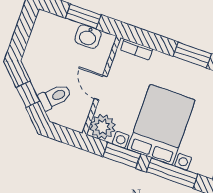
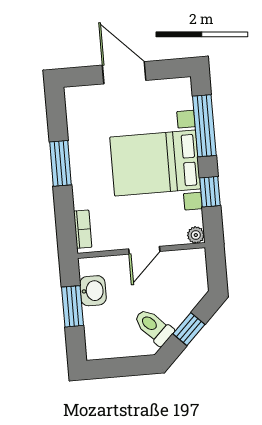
toilet: (55, 97) -> (154, 327), moved
plant: (103, 127) -> (196, 235), width x0.53, depth x0.53
window: (122, 155) -> (210, 192), width x0.67

